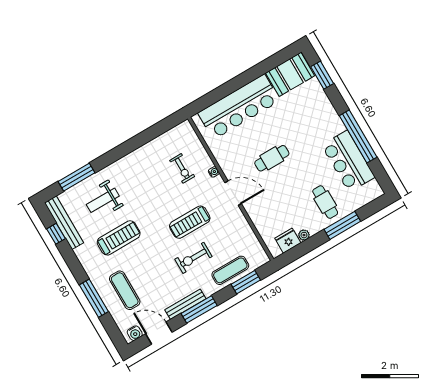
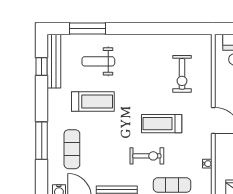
exercise bike: (182, 168) -> (182, 74), width x1.38, depth x1.39
water cooler: (214, 172) -> (207, 164), moved
exercise bike: (193, 258) -> (147, 156), turned 180

